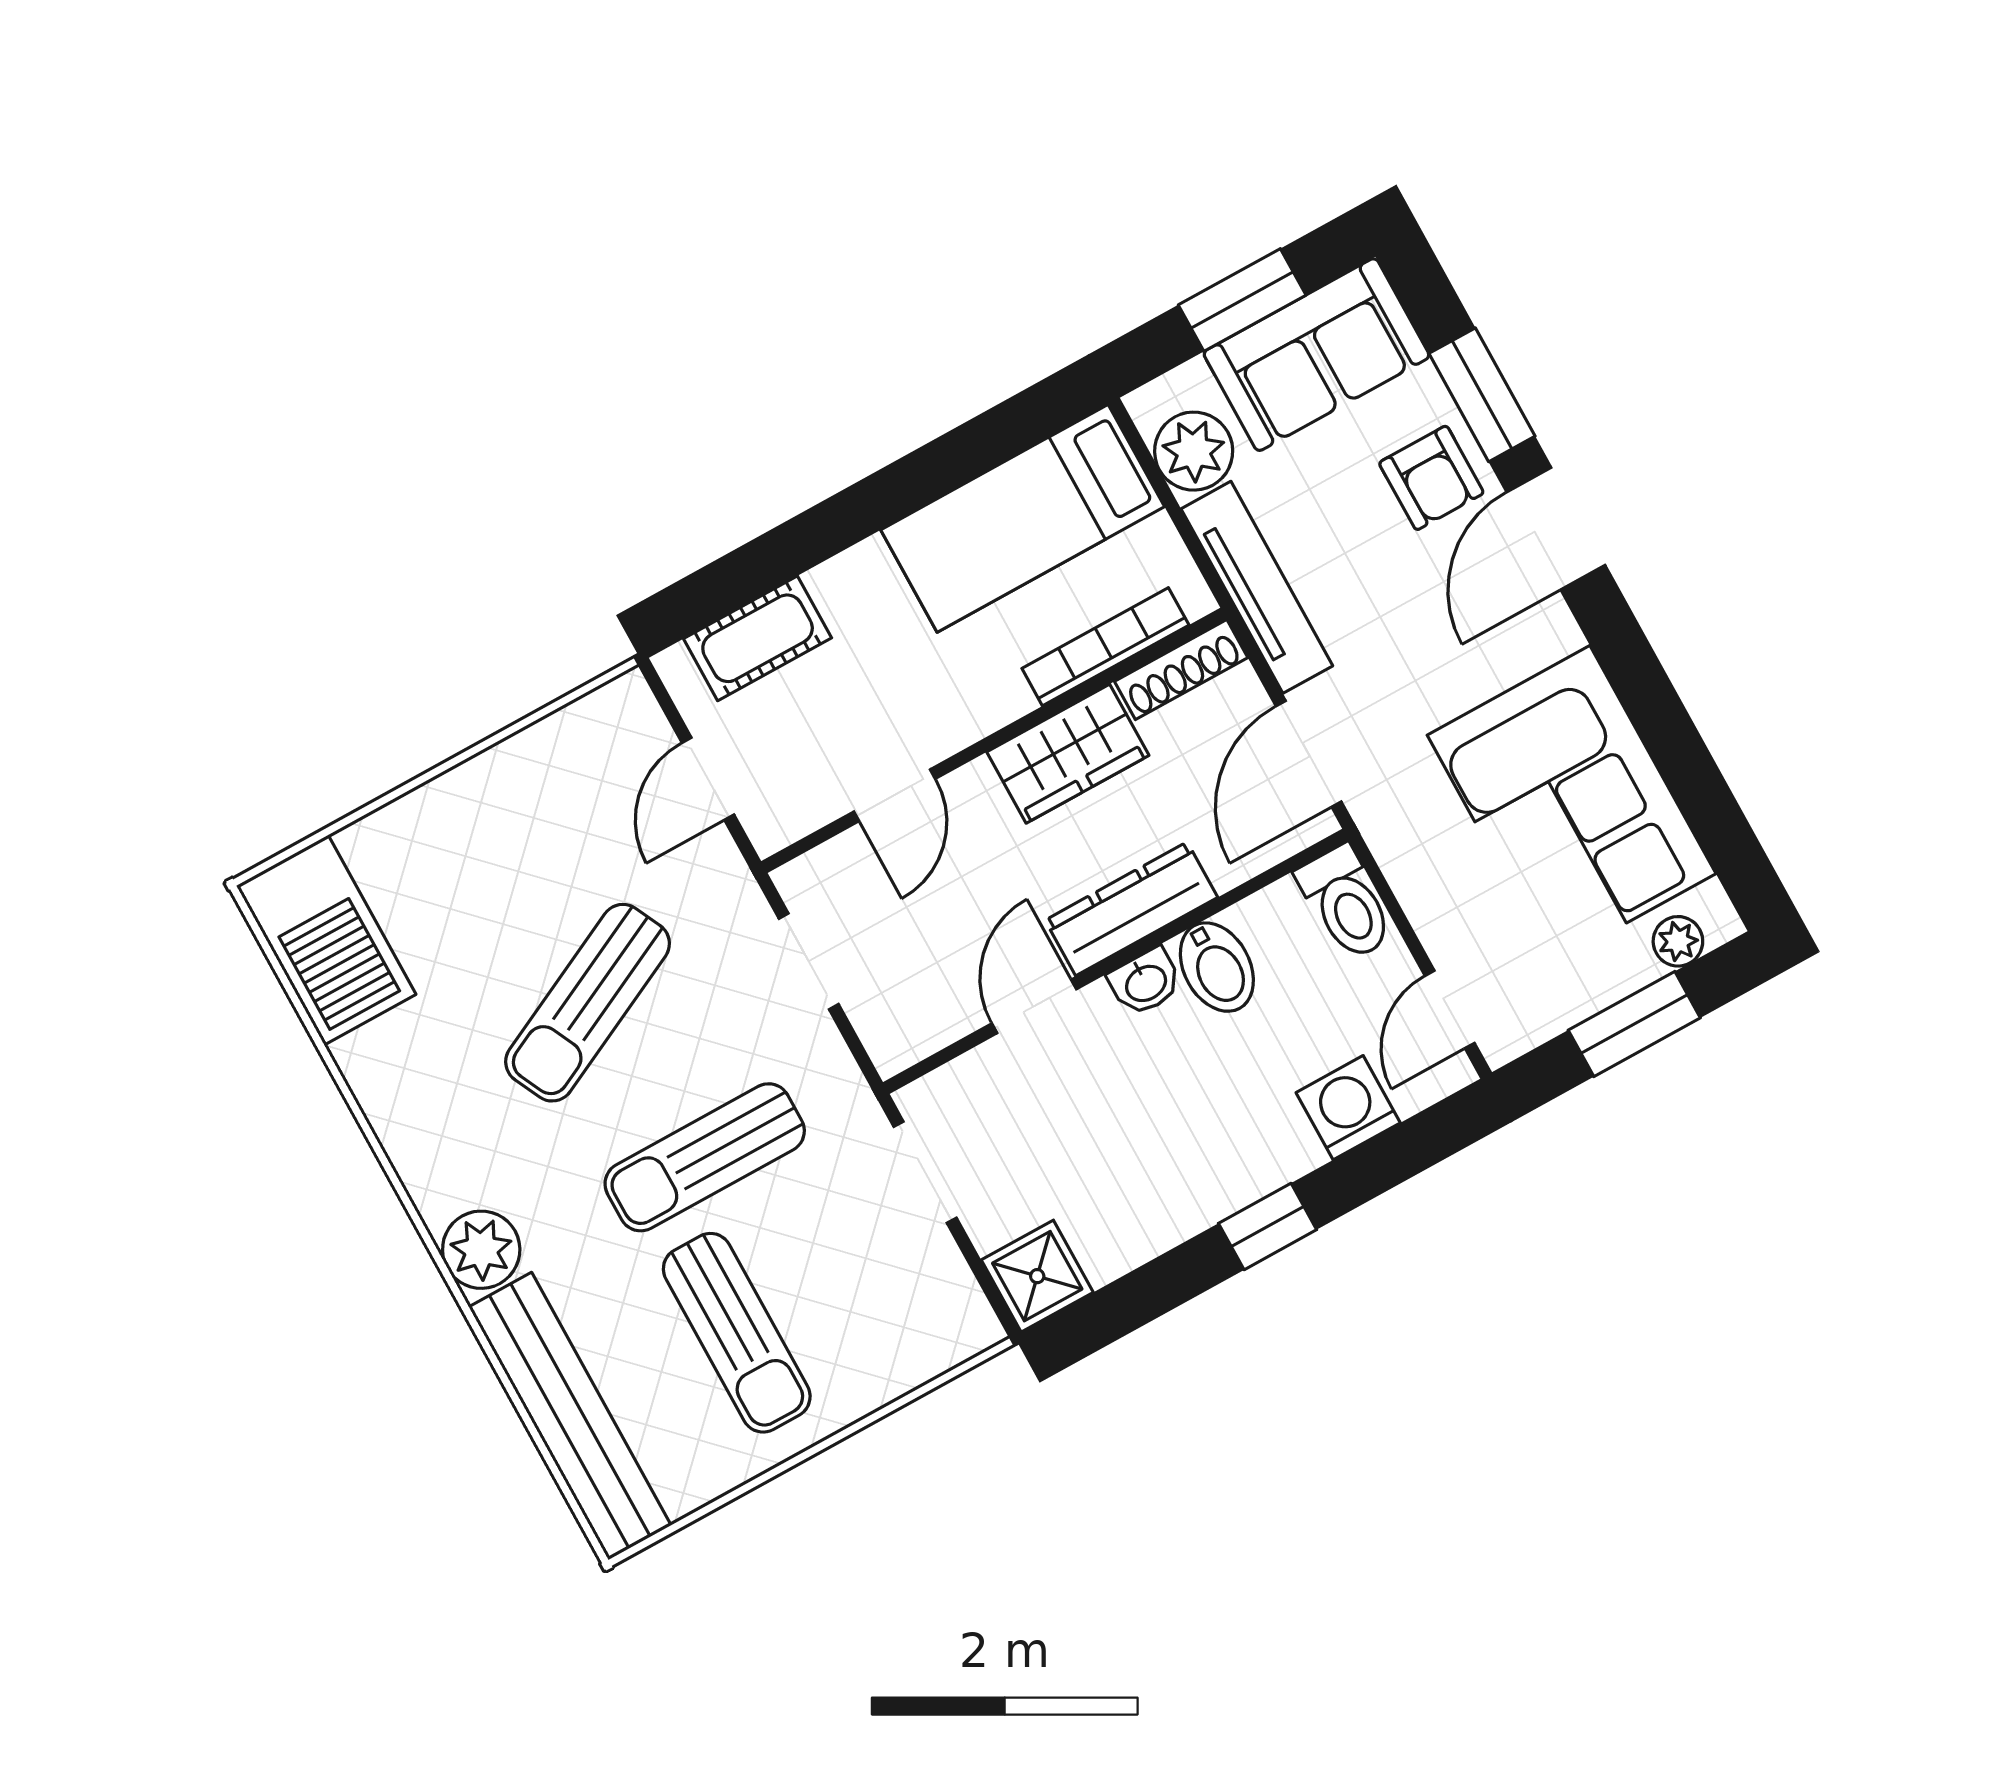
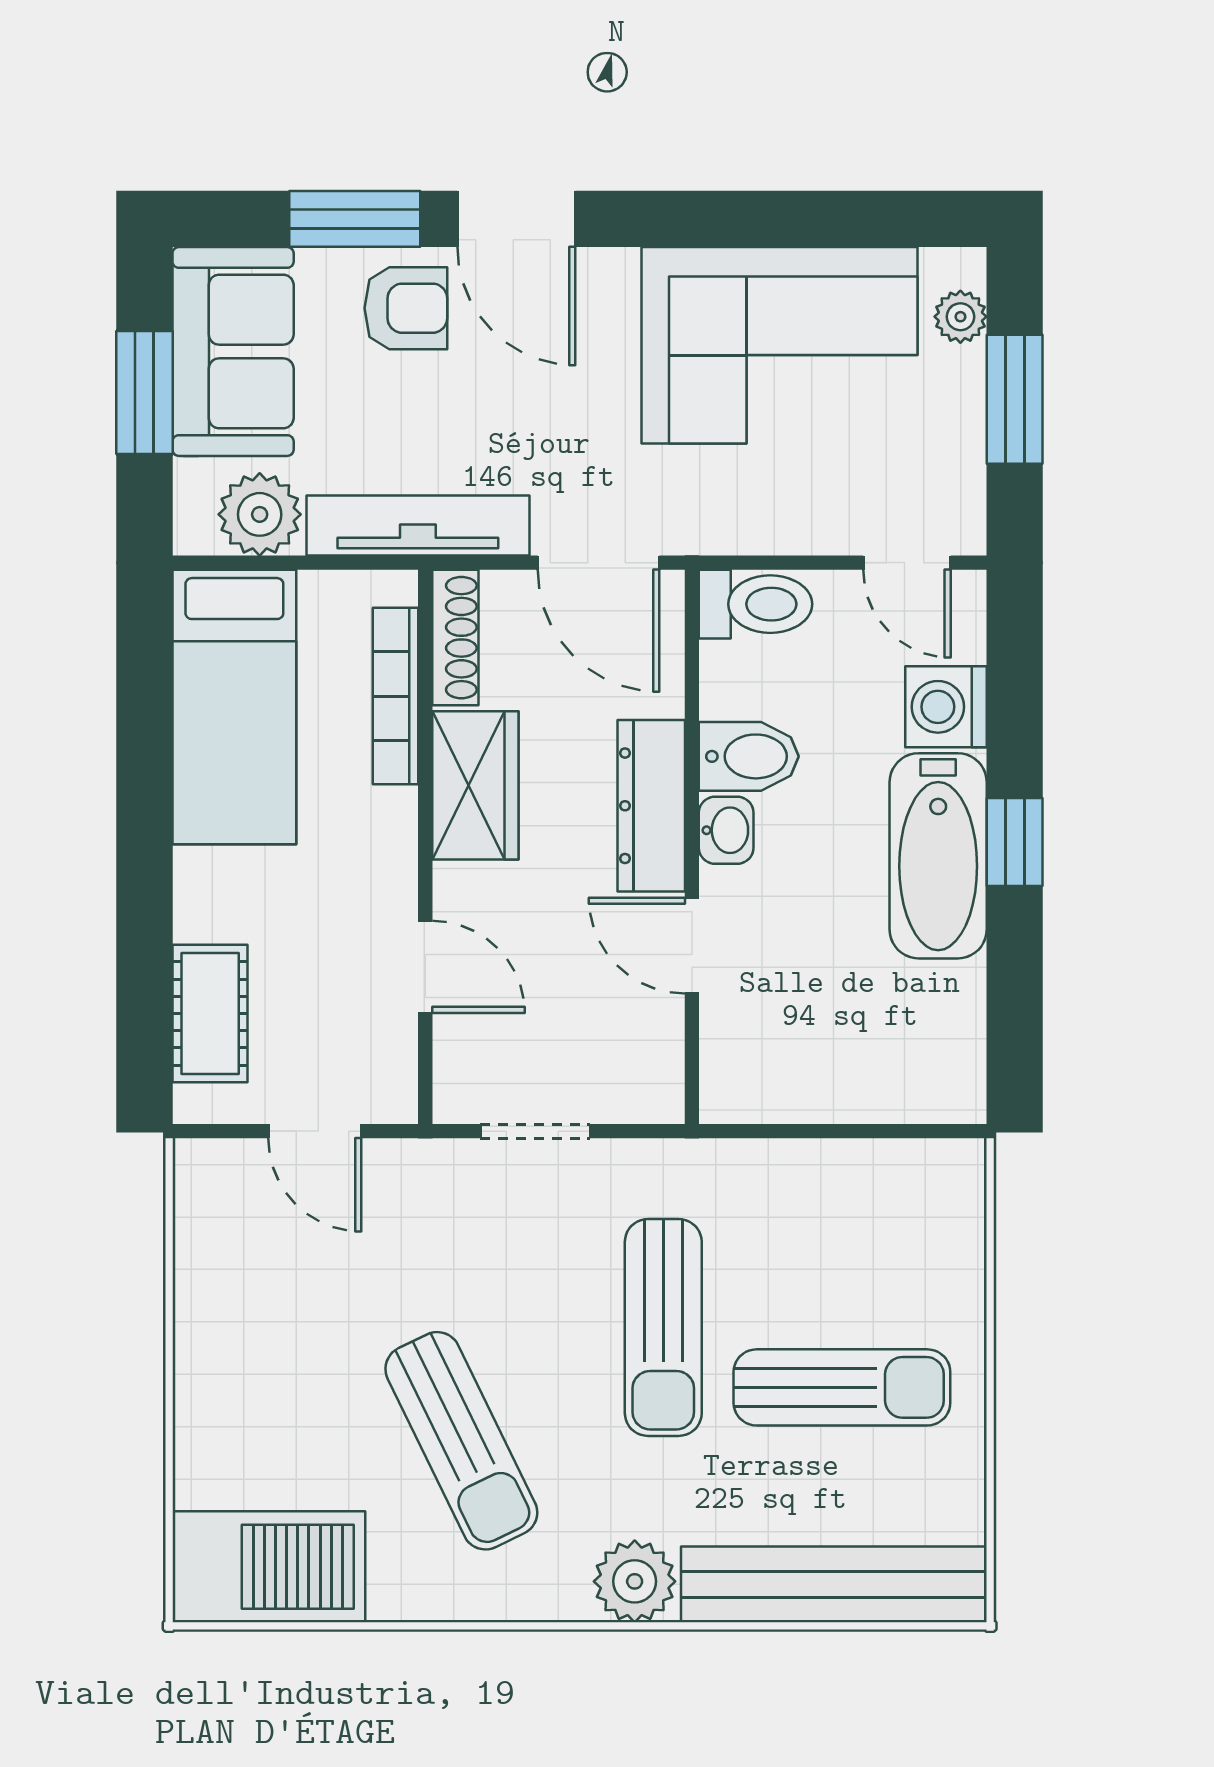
sun lounger: (588, 1003) -> (461, 1441), moved
bathtub: (1221, 1169) -> (938, 856), added
doorway: (925, 1172) -> (790, 1131), removed
shower: (1037, 1276) -> (943, 1080), removed

